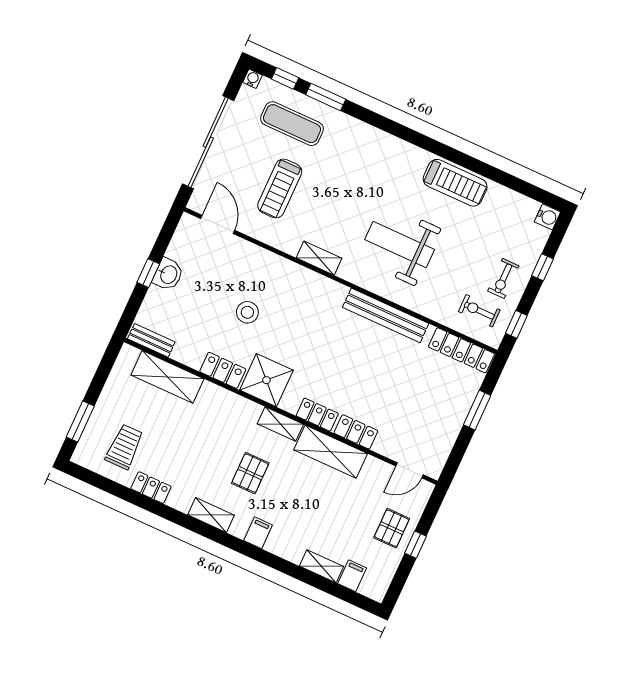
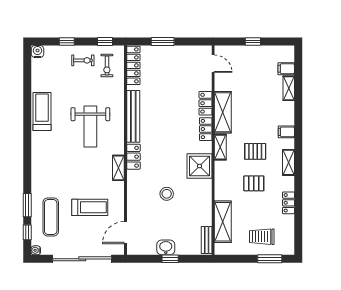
locker: (223, 370) -> (133, 157), moved, turned 180
trolley: (124, 447) -> (262, 237), moved
pallet: (392, 528) -> (254, 183), moved

